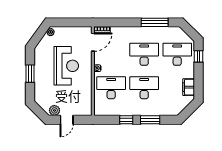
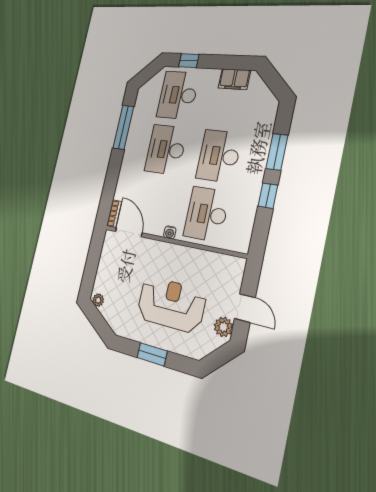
reception desk: (66, 66) -> (171, 304), moved

